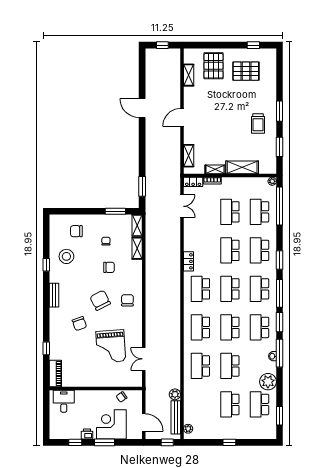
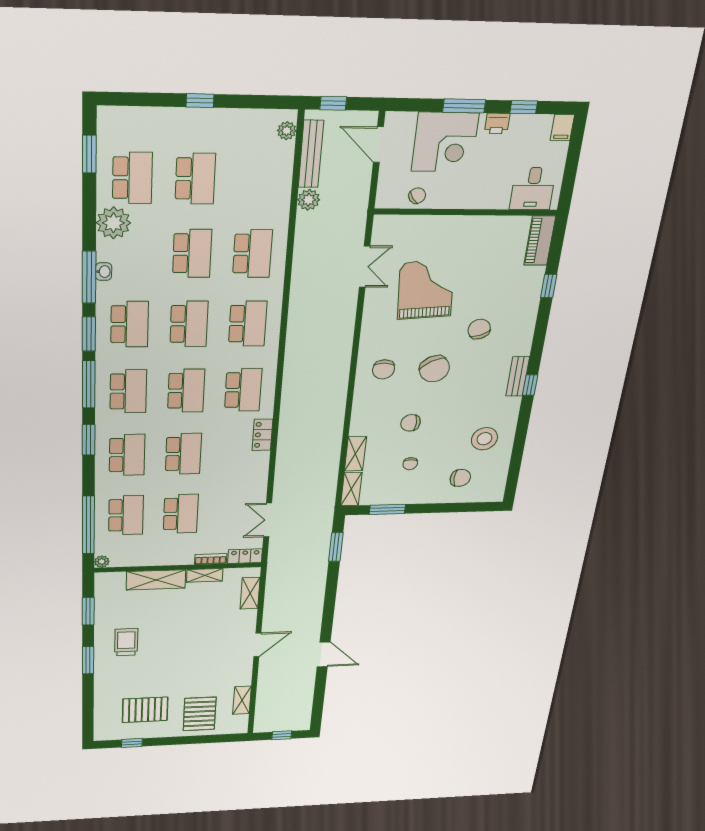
window: (46, 265) -> (530, 385), moved
filing cabinet: (54, 433) -> (562, 128), added

